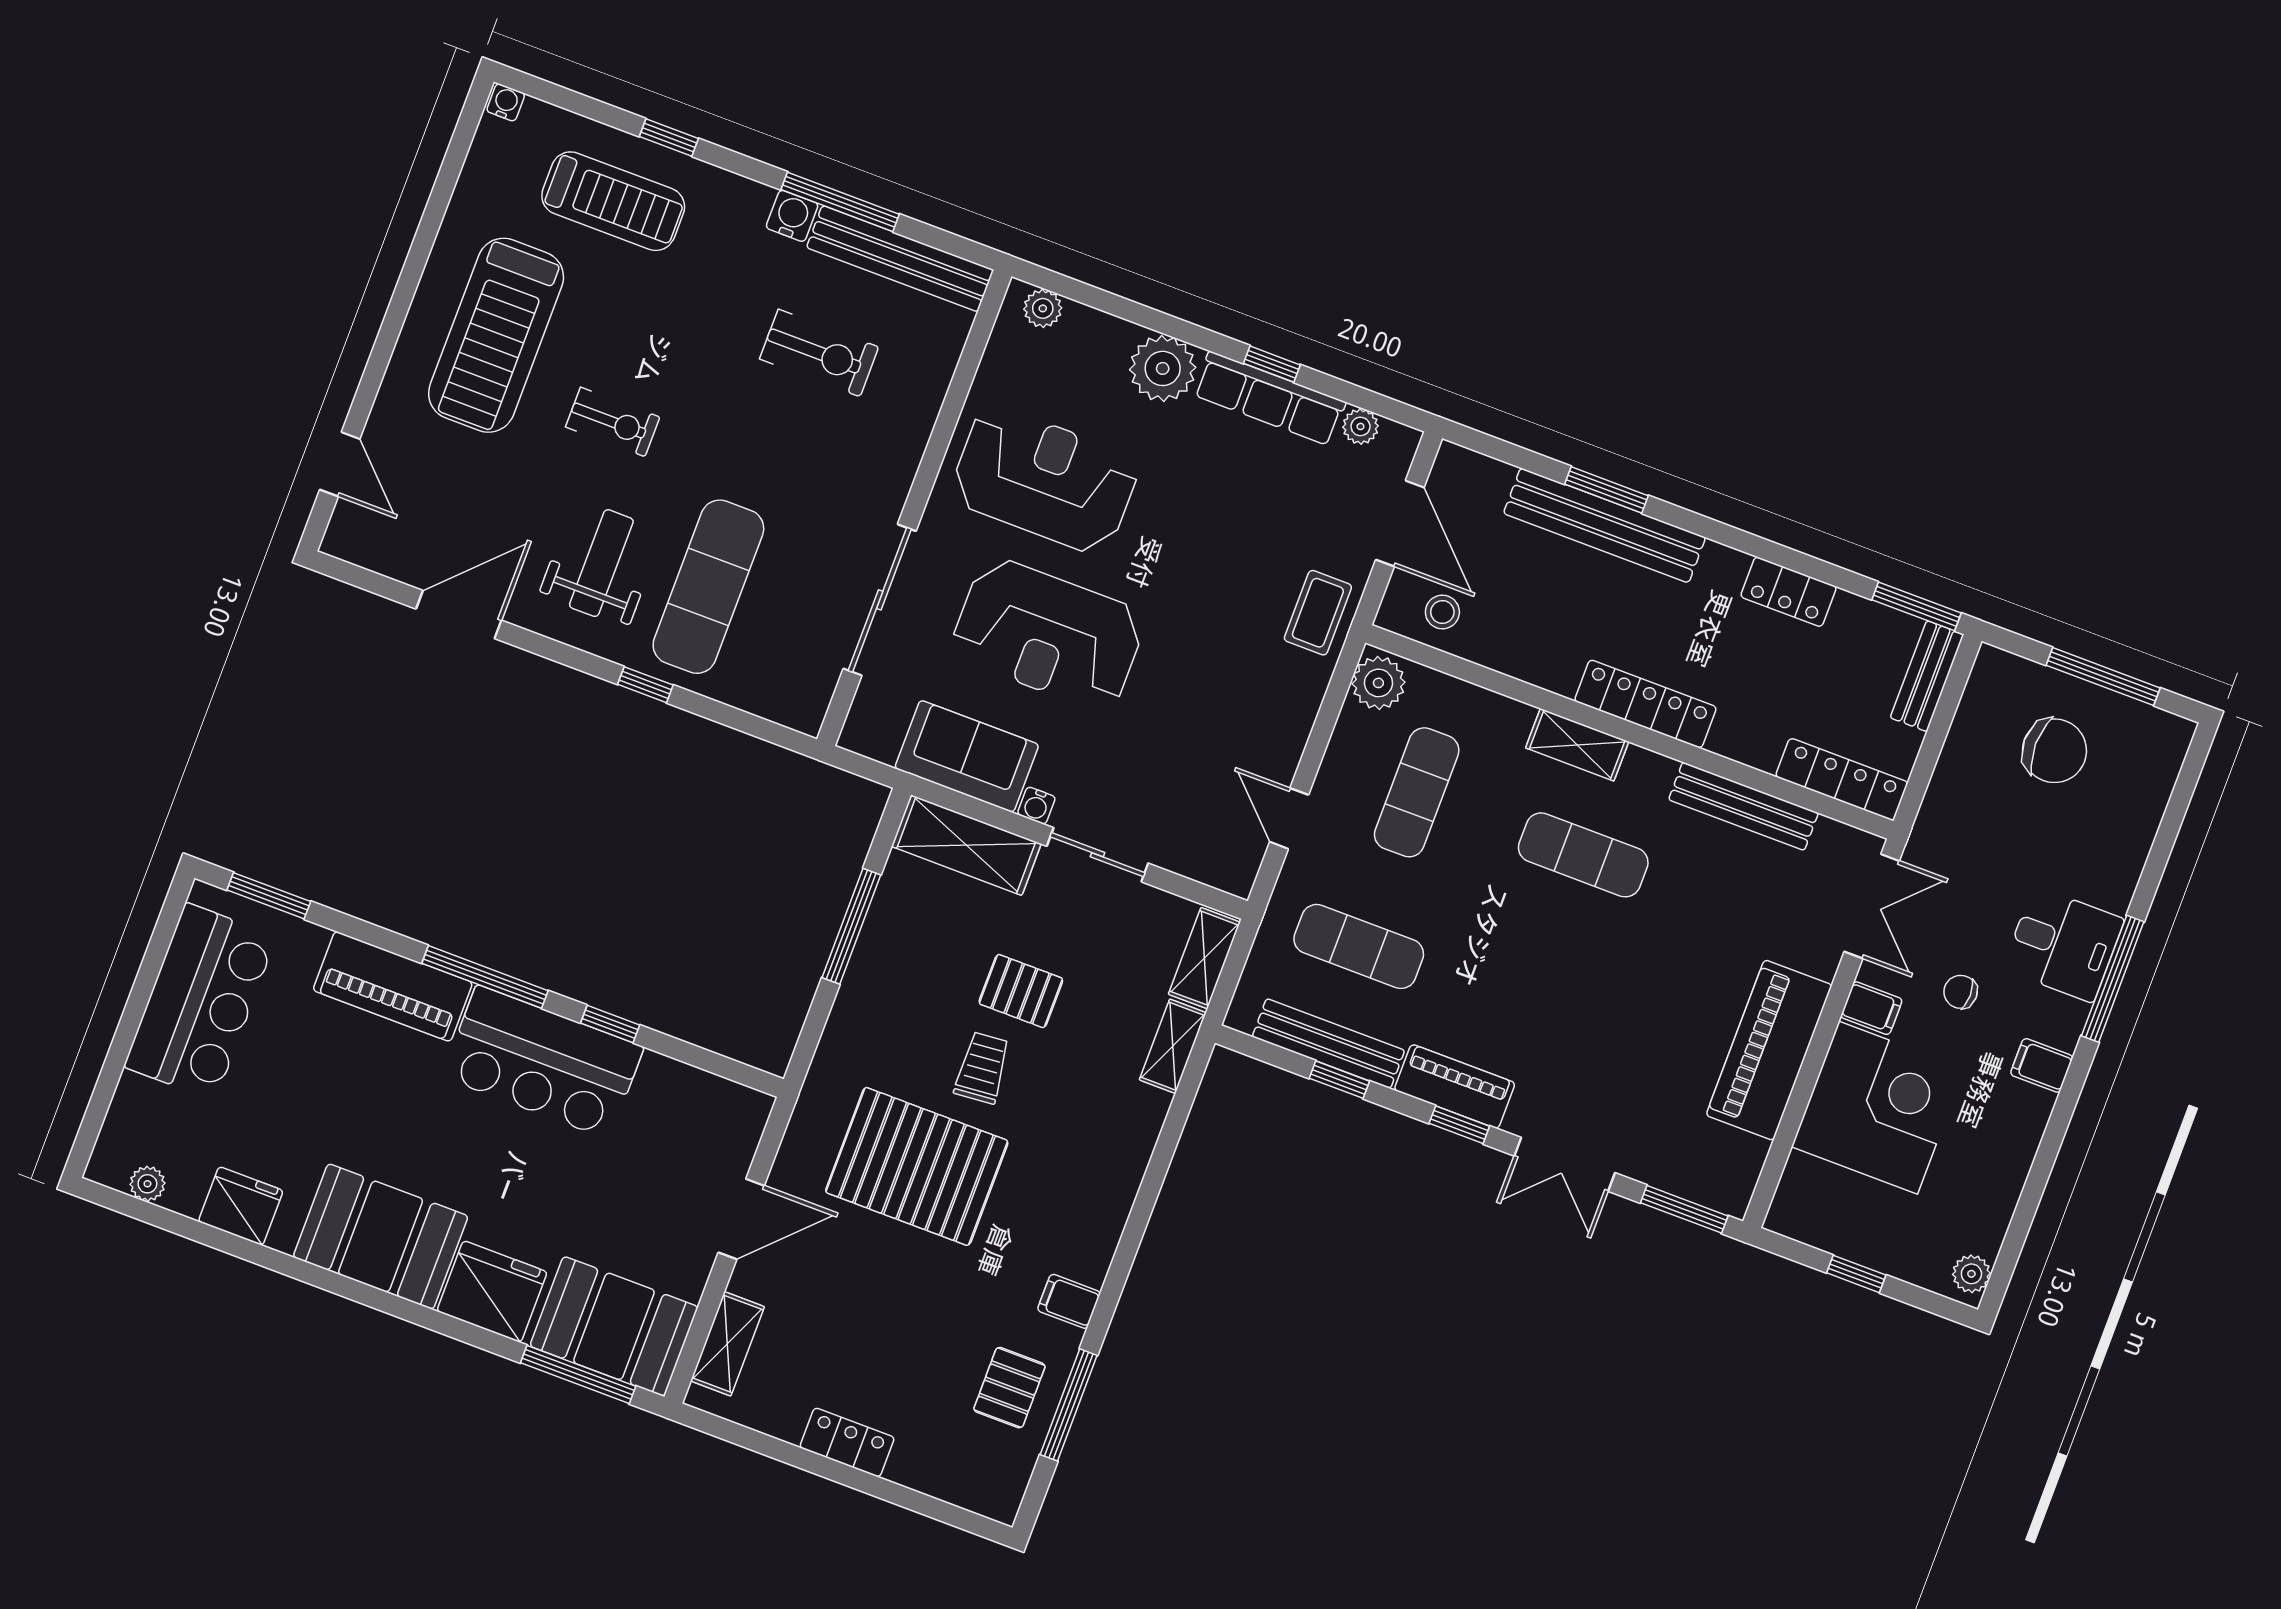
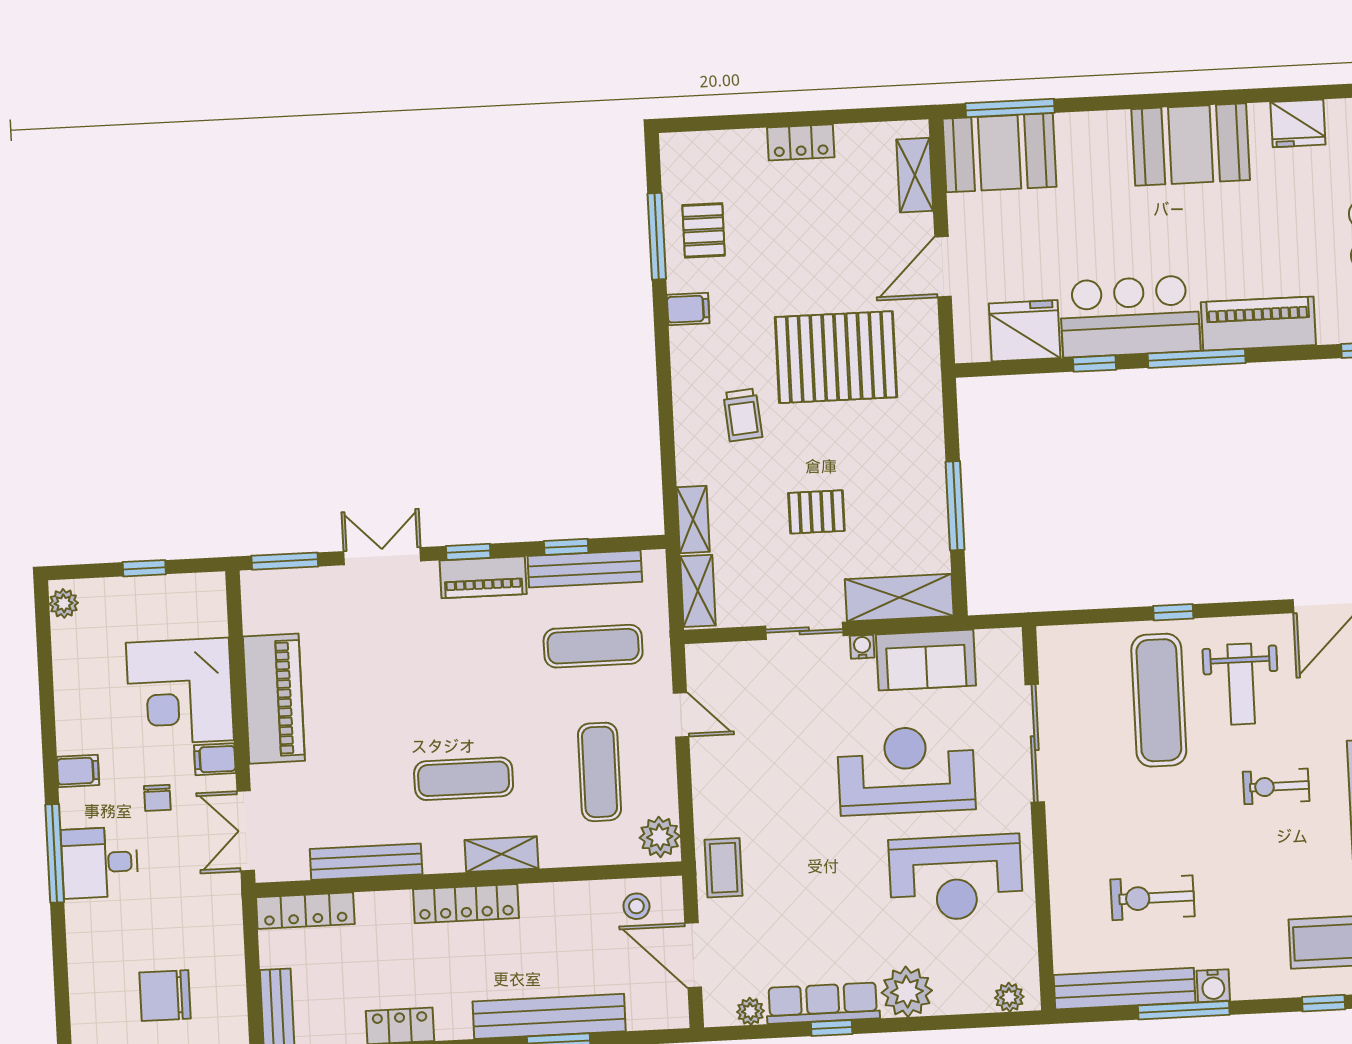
chair: (1961, 992) -> (157, 798), turned 90
trolley: (982, 1068) -> (743, 415), moved
fridge: (492, 1291) -> (1025, 331), moved, turned 180

